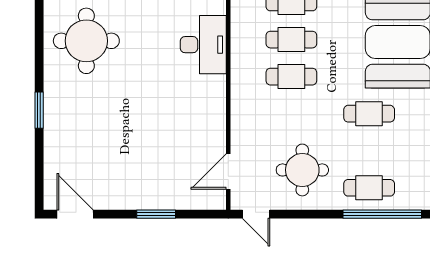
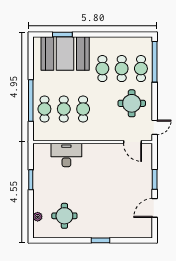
round table: (86, 41) -> (64, 216), width x0.73, depth x0.73
cafe table: (369, 151) -> (122, 69), added
door: (75, 214) -> (155, 208), moved

